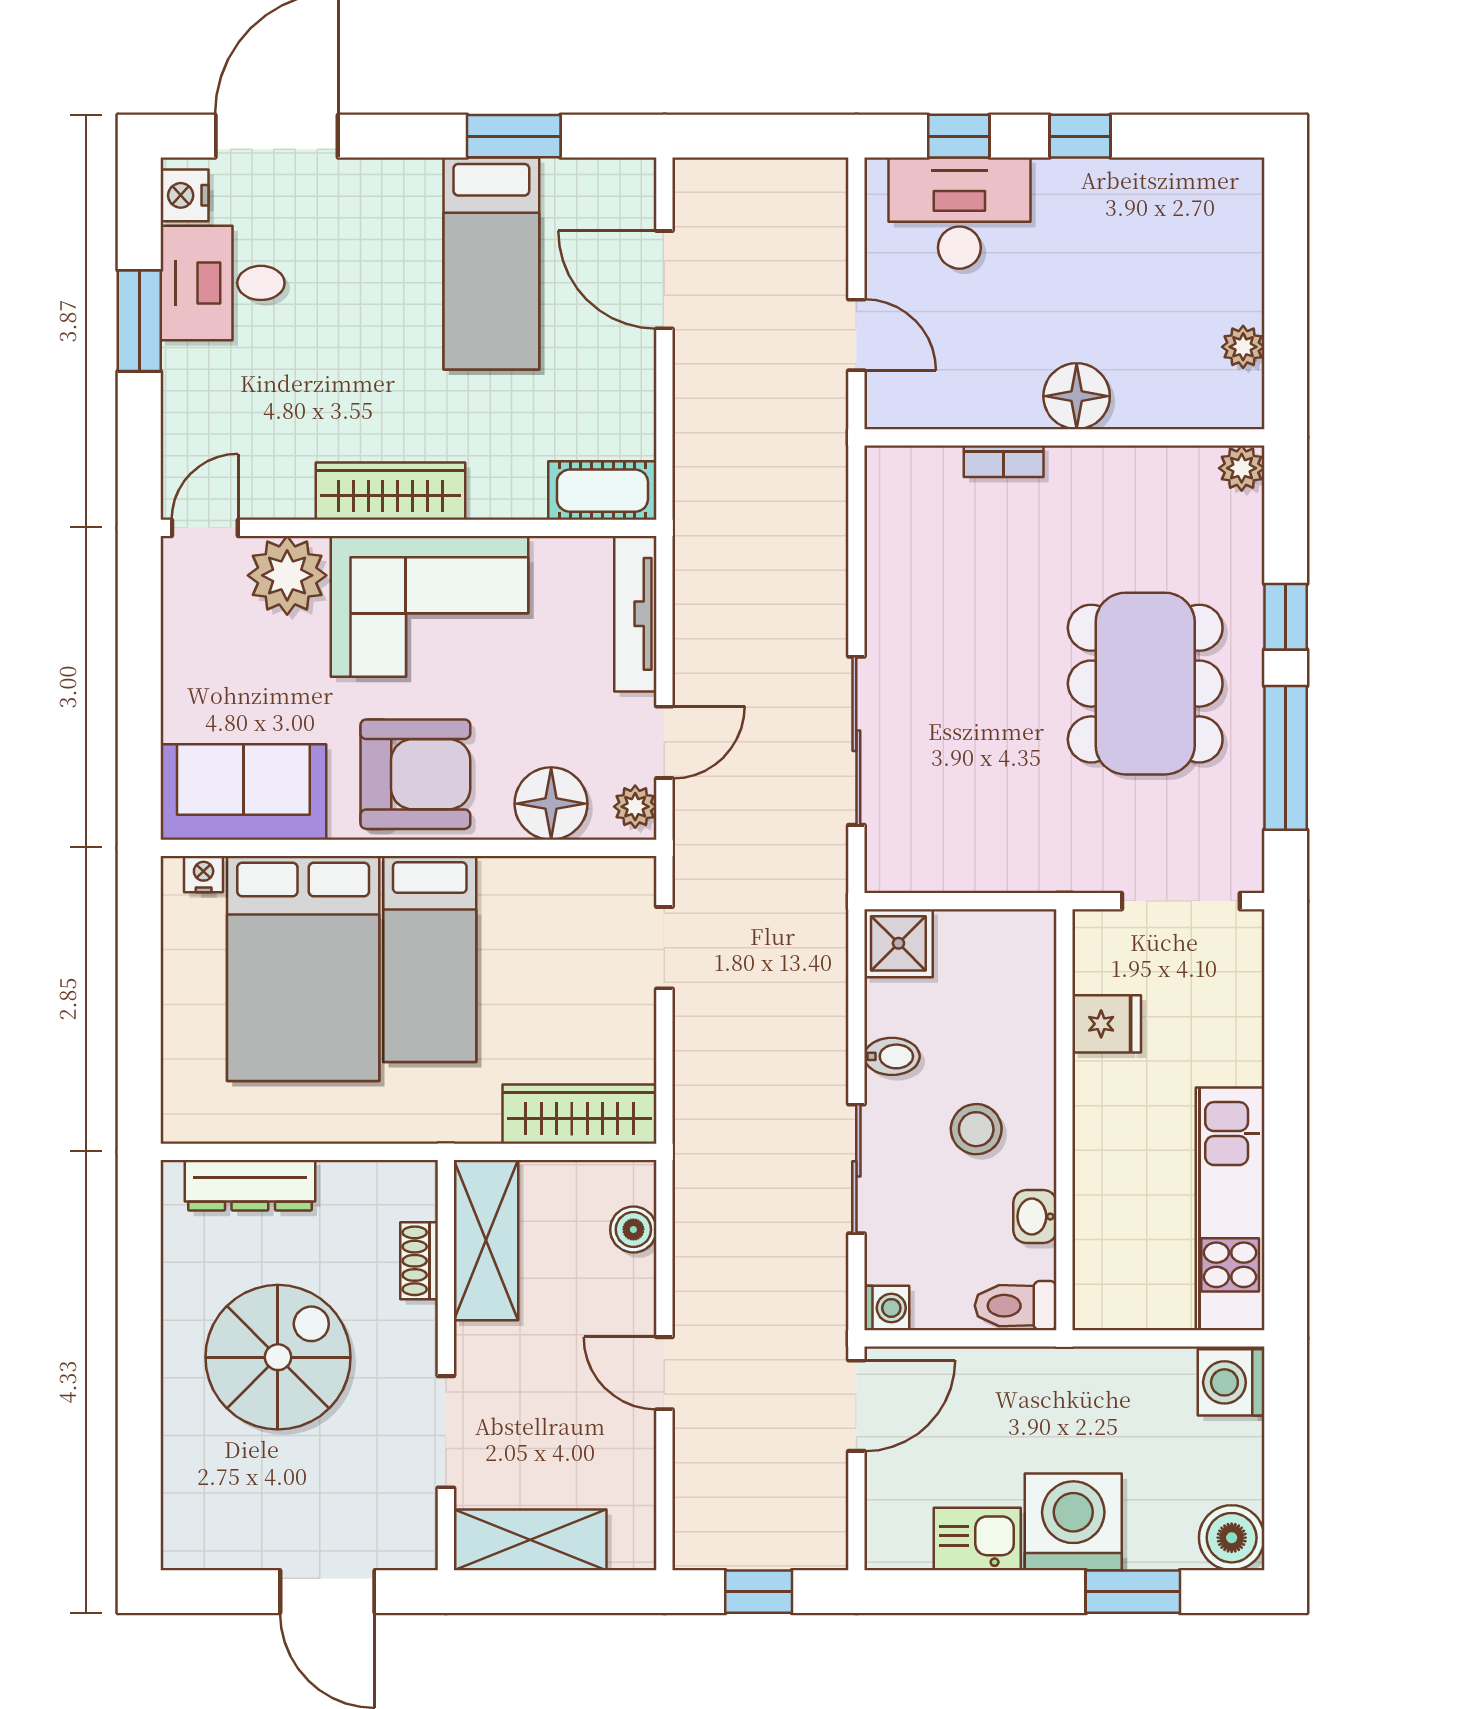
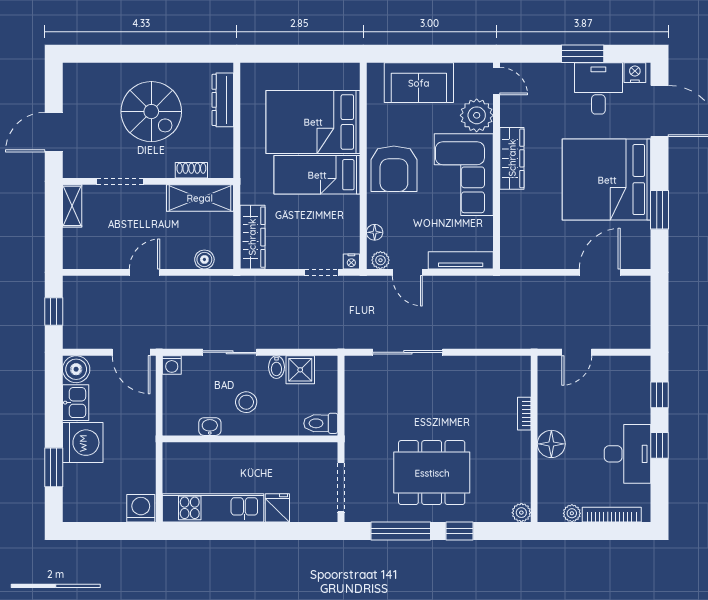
desk: (959, 213) -> (627, 454), moved
bookcase: (1246, 251) -> (612, 515), added
bed: (491, 264) -> (607, 180), width x2.04
cot: (602, 491) -> (512, 247), removed
sofa: (243, 792) -> (419, 83), moved, turned 90
floor lamp: (551, 804) -> (375, 232), width x0.53, depth x0.53
nightstand: (204, 874) -> (351, 261), moved, turned 90
shower: (898, 943) -> (300, 370), moved
fridge: (1107, 1024) -> (277, 508), moved, turned 180
toilet: (1016, 1306) -> (321, 423), moved, turned -90
boiler: (1232, 1538) -> (76, 369), moved
shelving: (530, 1540) -> (72, 206), width x0.67, depth x0.75

